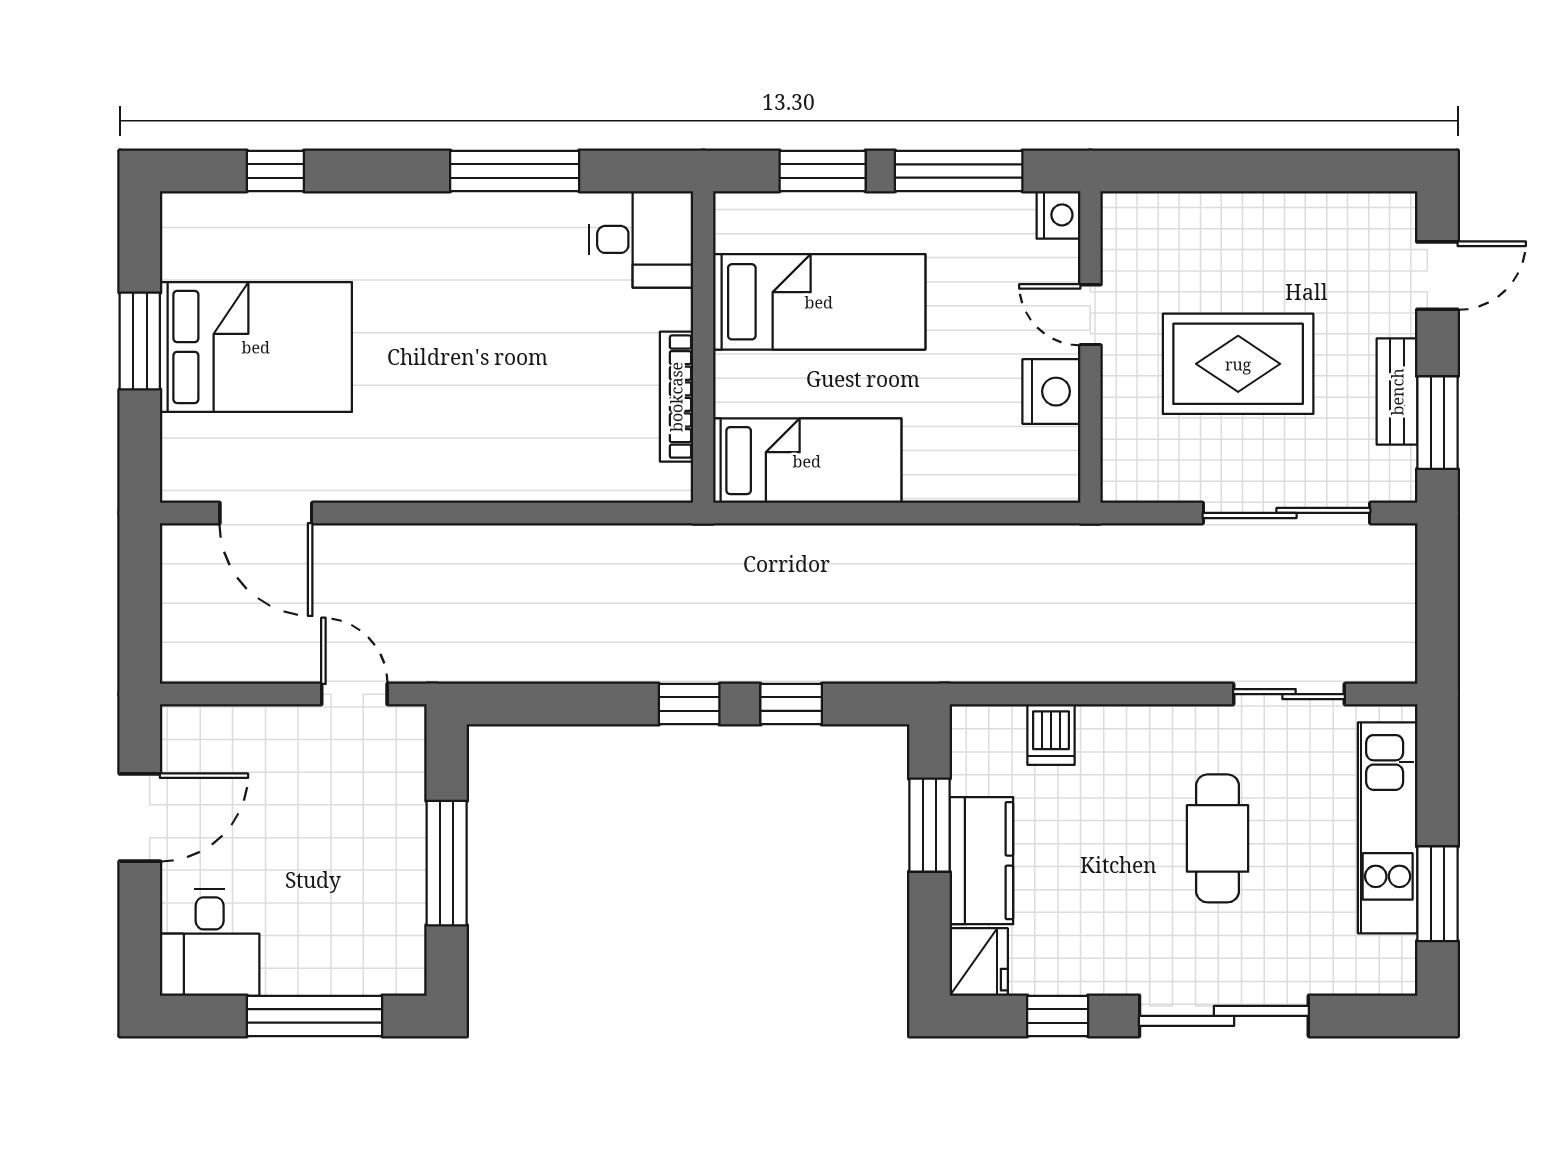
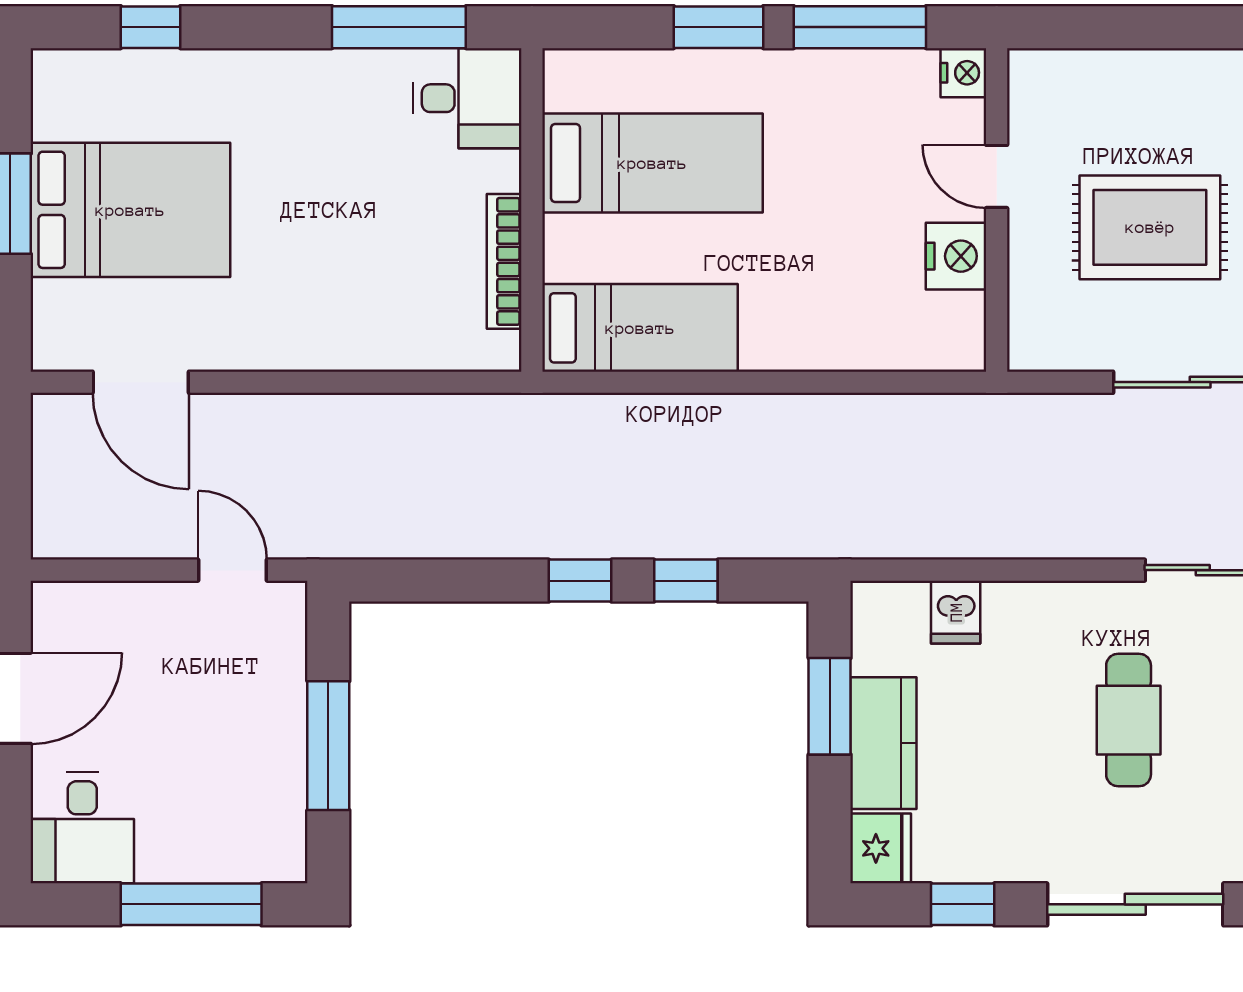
desk: (641, 239) -> (467, 98), moved
bed: (819, 302) -> (652, 163), moved
wall: (703, 347) -> (532, 210), moved
bookcase: (676, 397) -> (504, 261), moved
bed: (807, 461) -> (640, 328), moved

